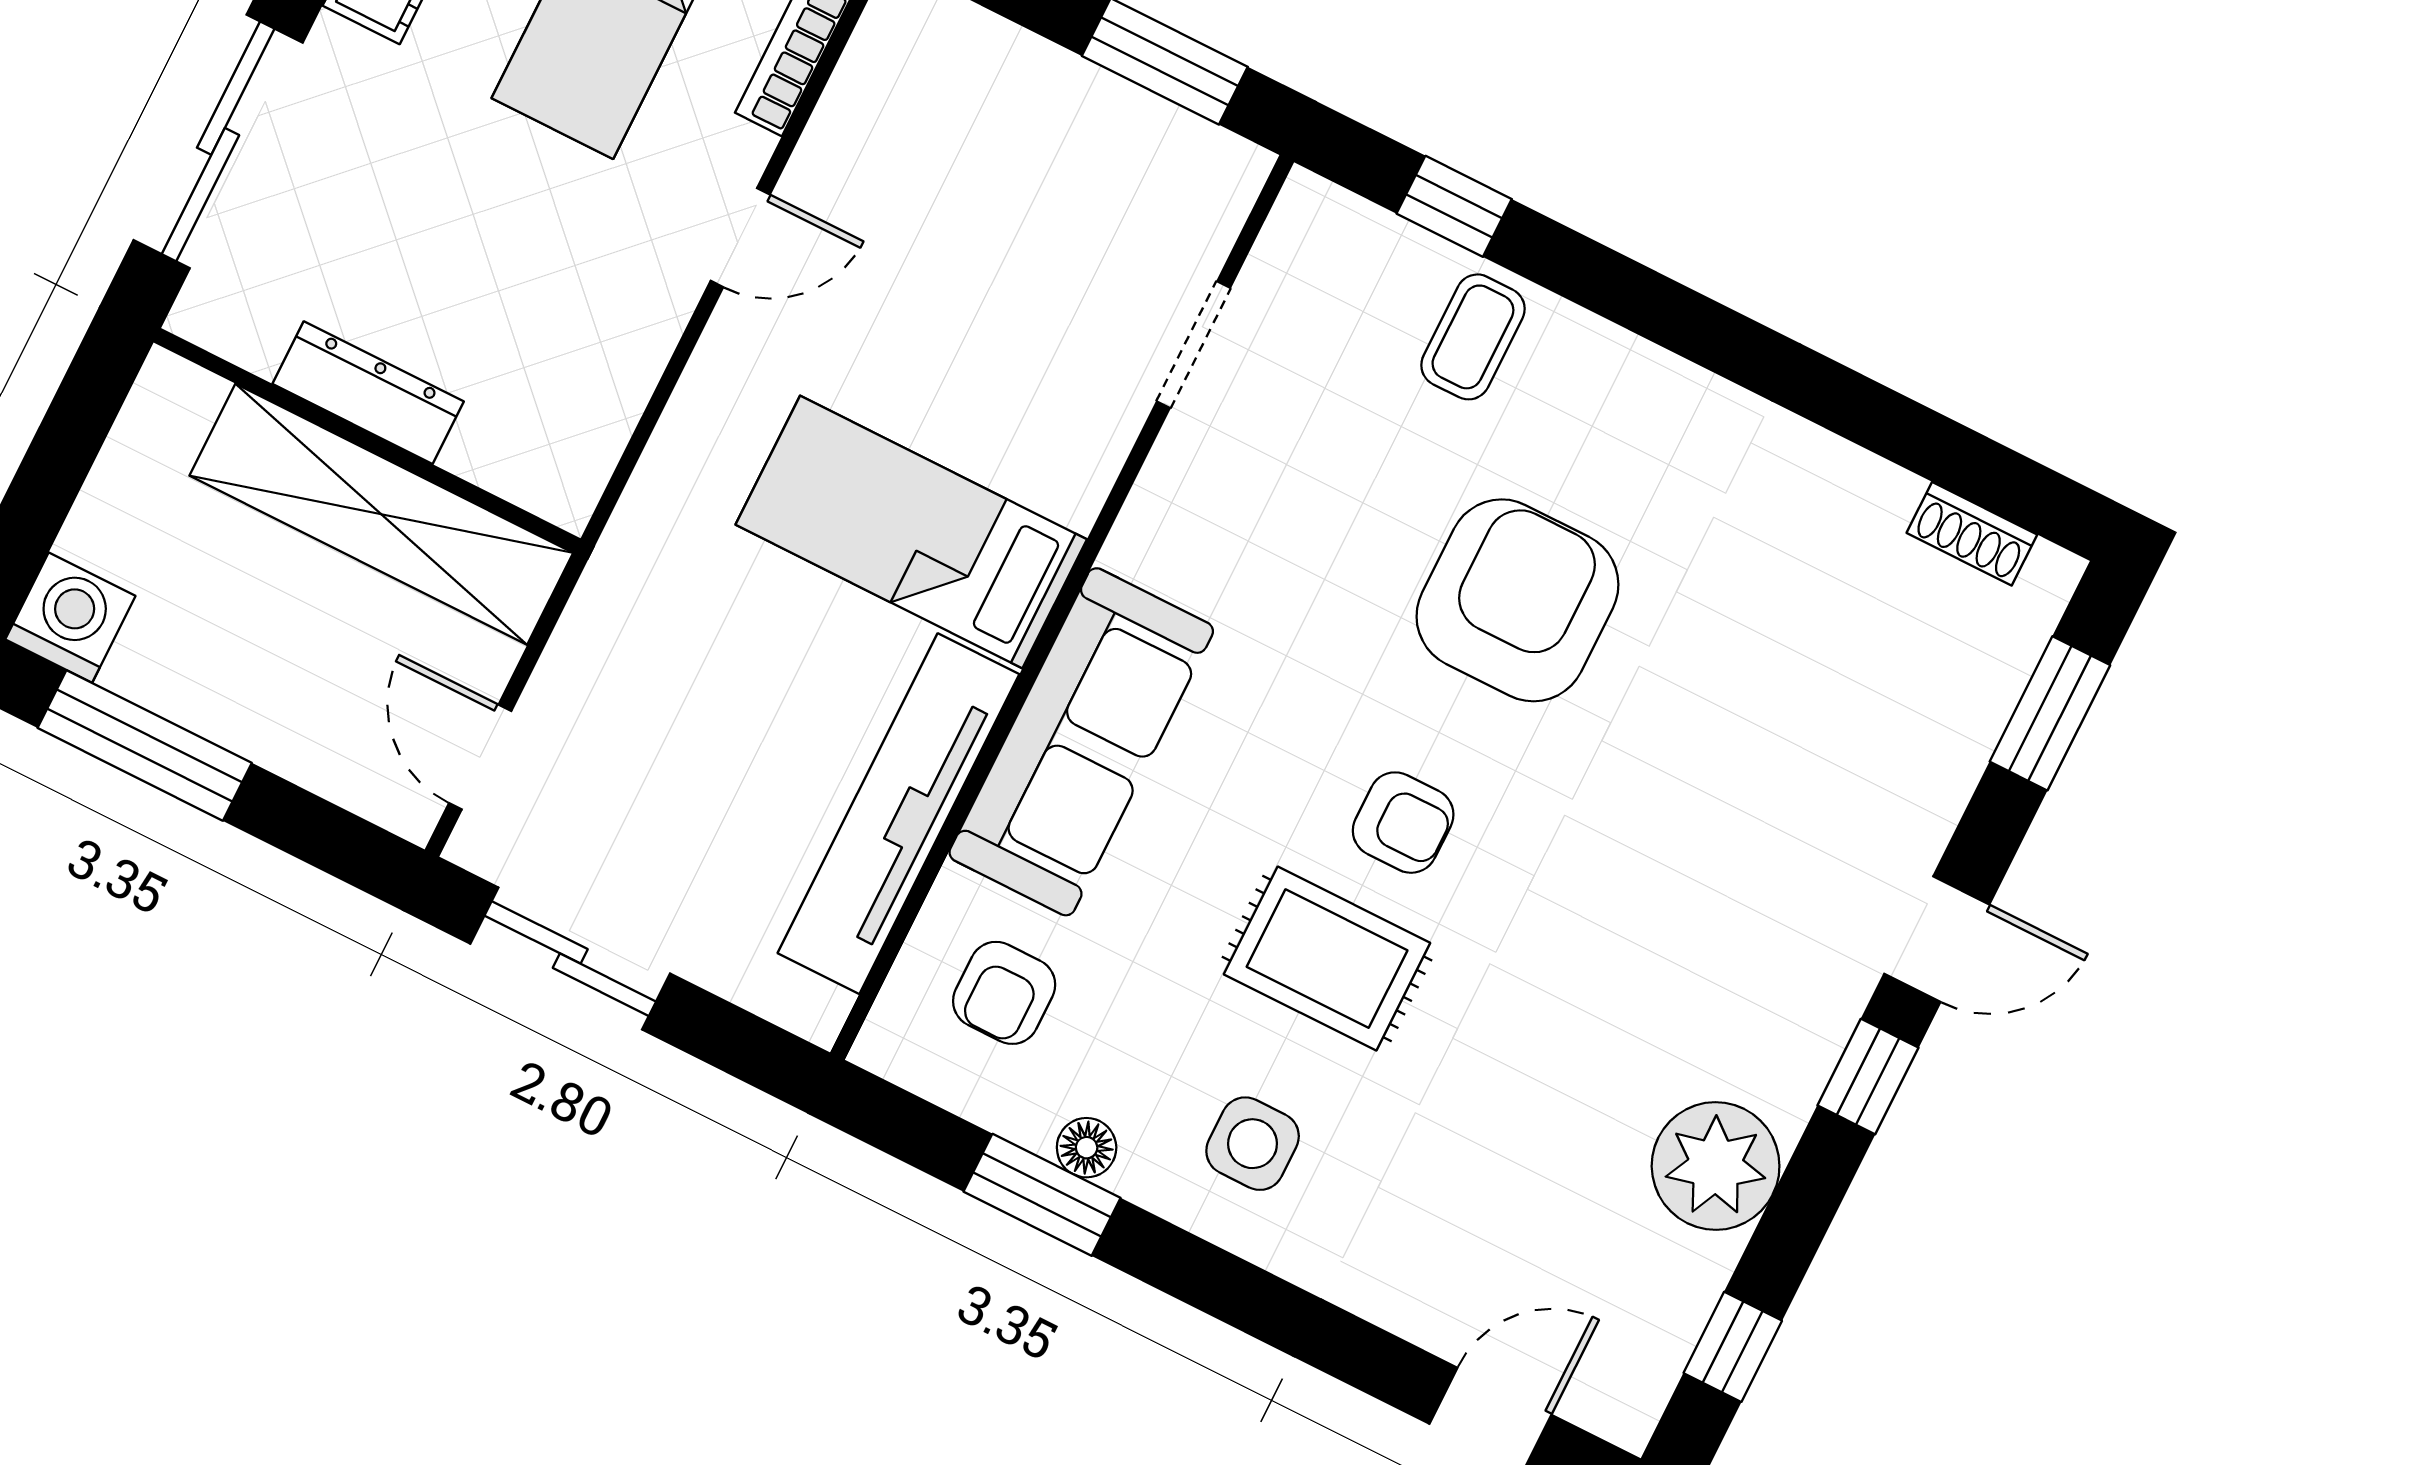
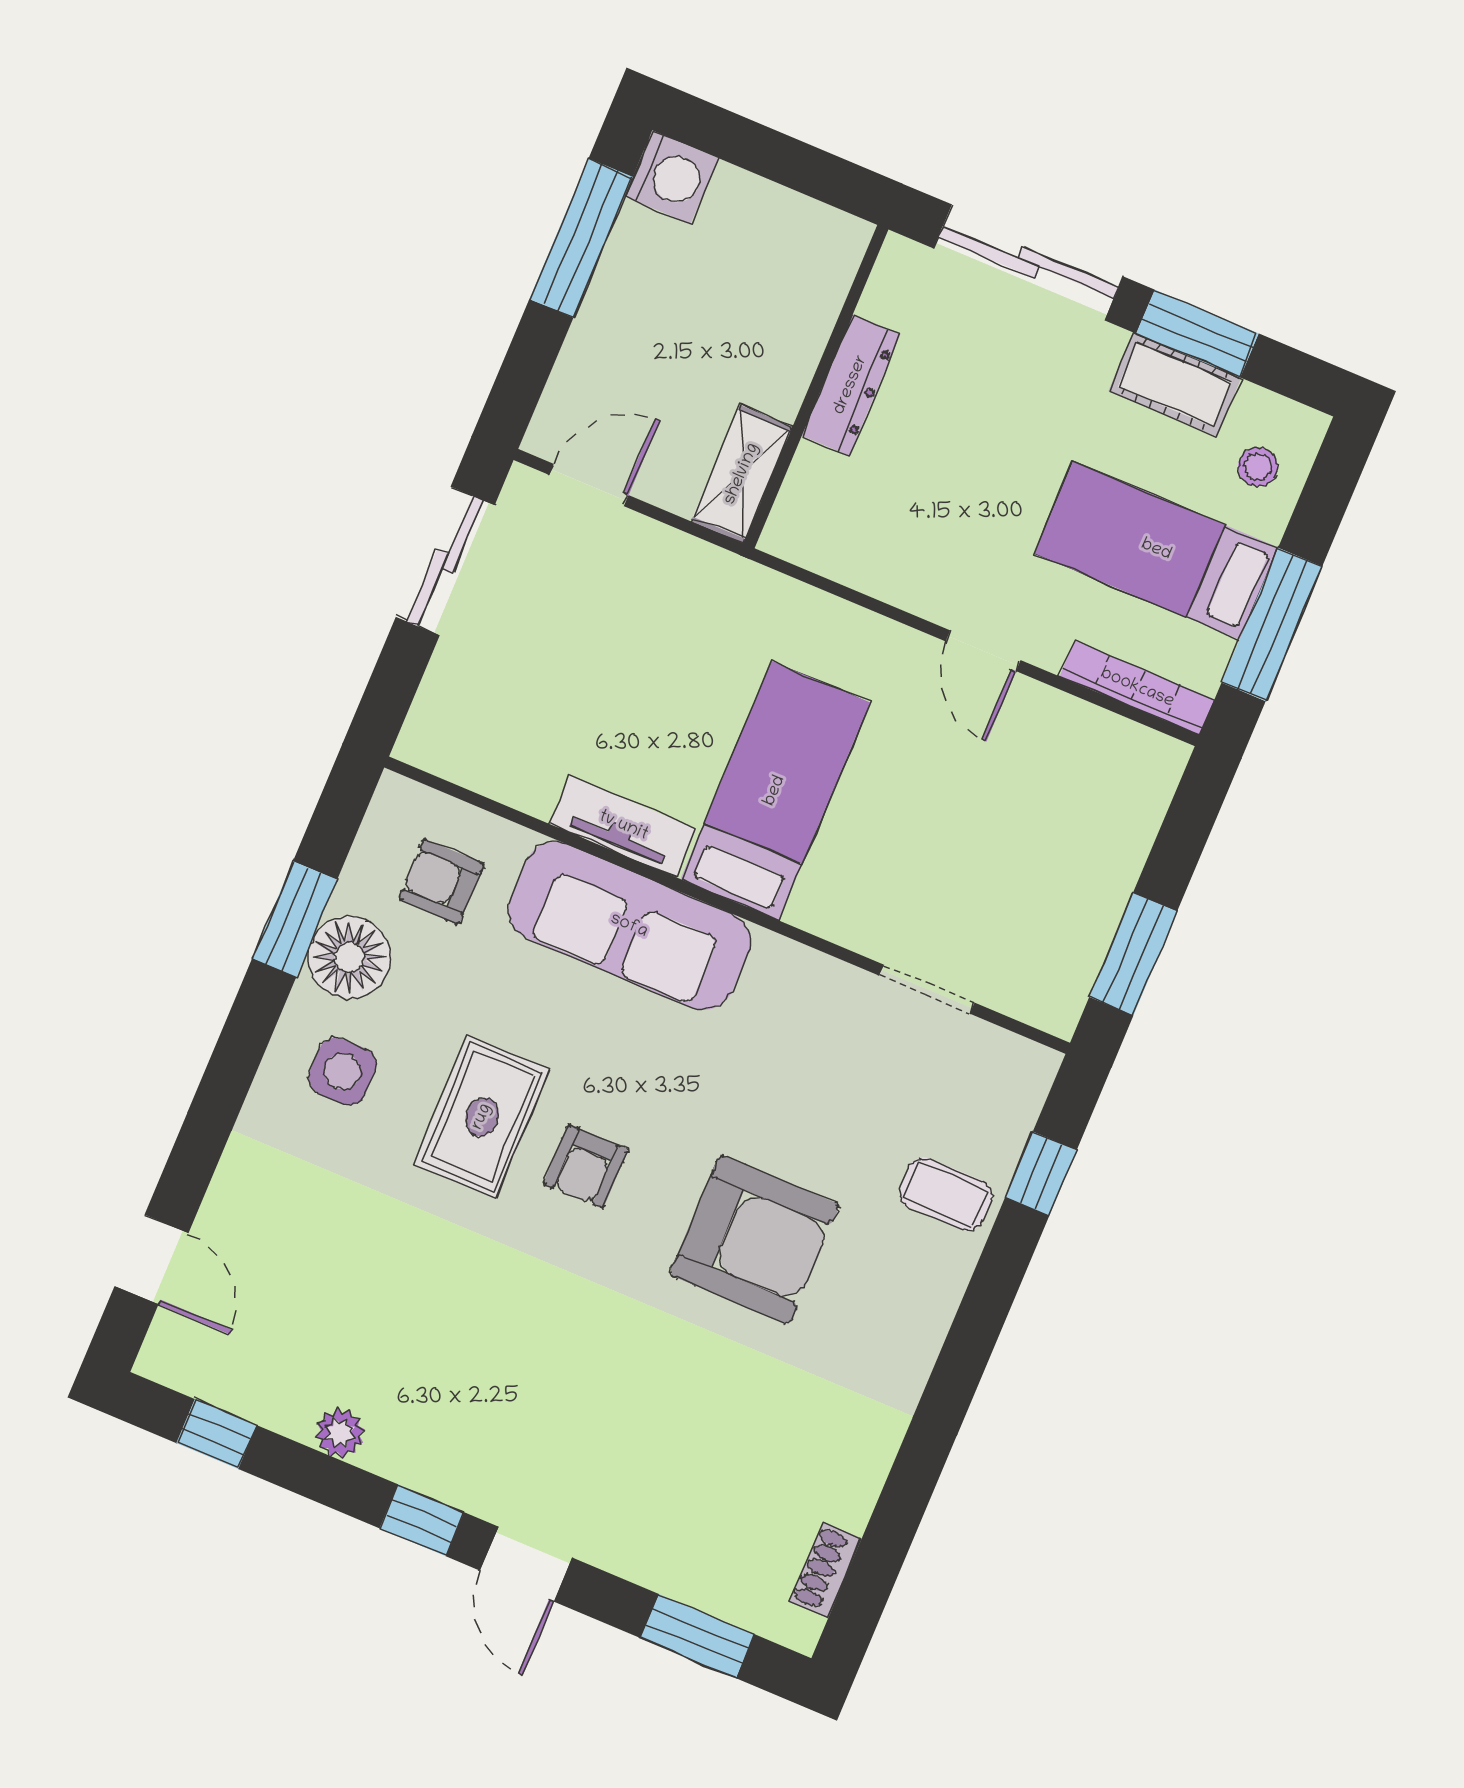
shelving: (381, 514) -> (742, 474), width x0.45, depth x0.75
tv unit: (898, 814) -> (623, 826), width x0.52, depth x0.78
floor lamp: (1087, 1148) -> (349, 957), width x1.89, depth x1.89
plant: (1716, 1166) -> (340, 1433), width x0.53, depth x0.53

